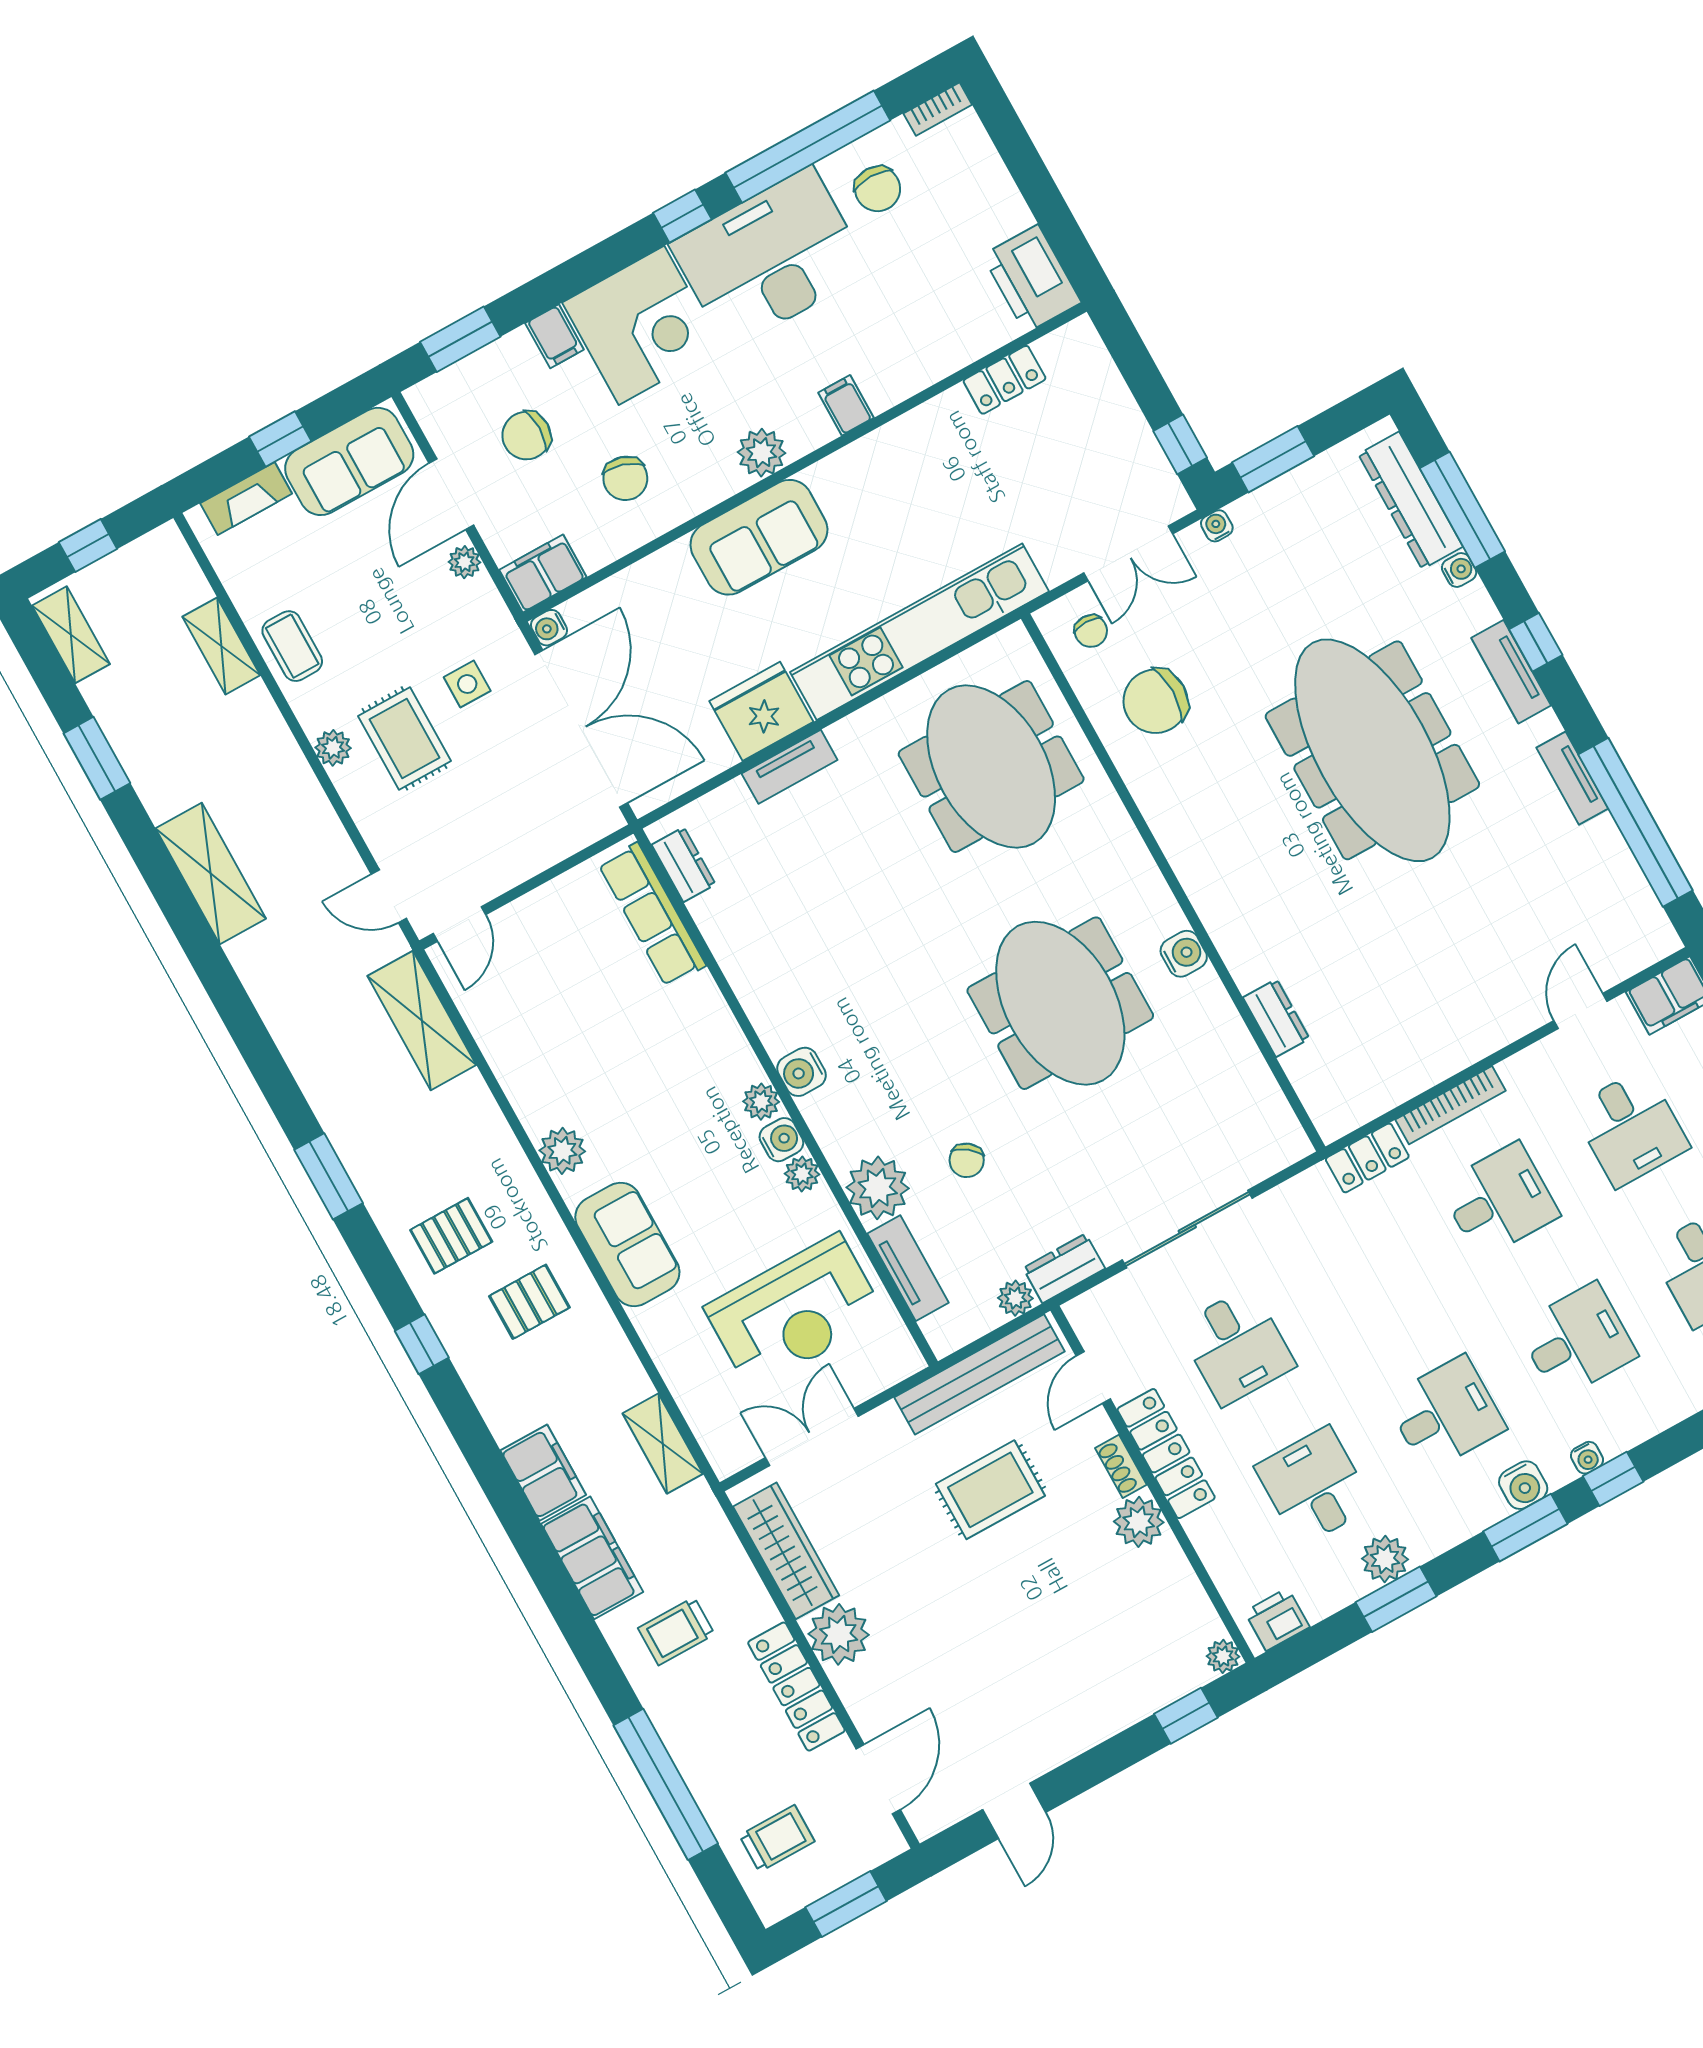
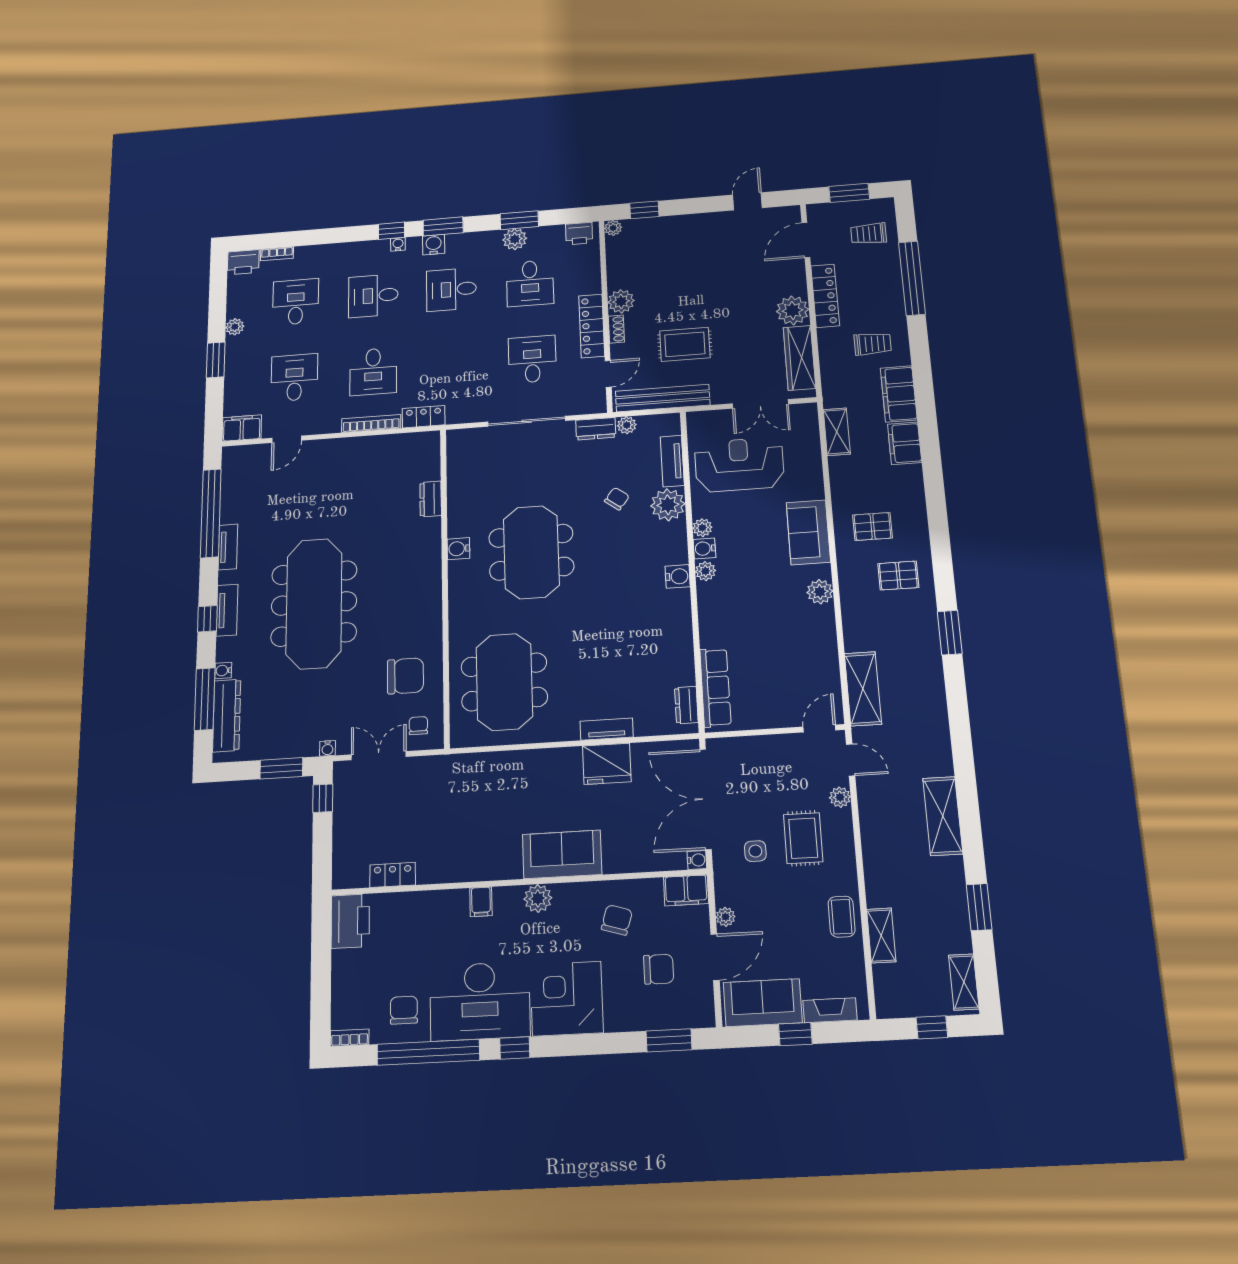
filing cabinet: (554, 336) -> (617, 1016), removed
kitchen unit: (919, 632) -> (505, 766), removed
plant: (333, 748) -> (840, 797), moved
desk: (1499, 1200) -> (373, 371), turned -90
window: (422, 1344) -> (939, 530), removed

